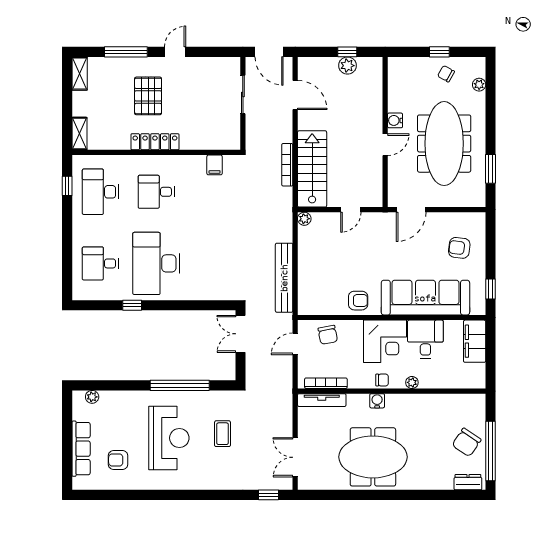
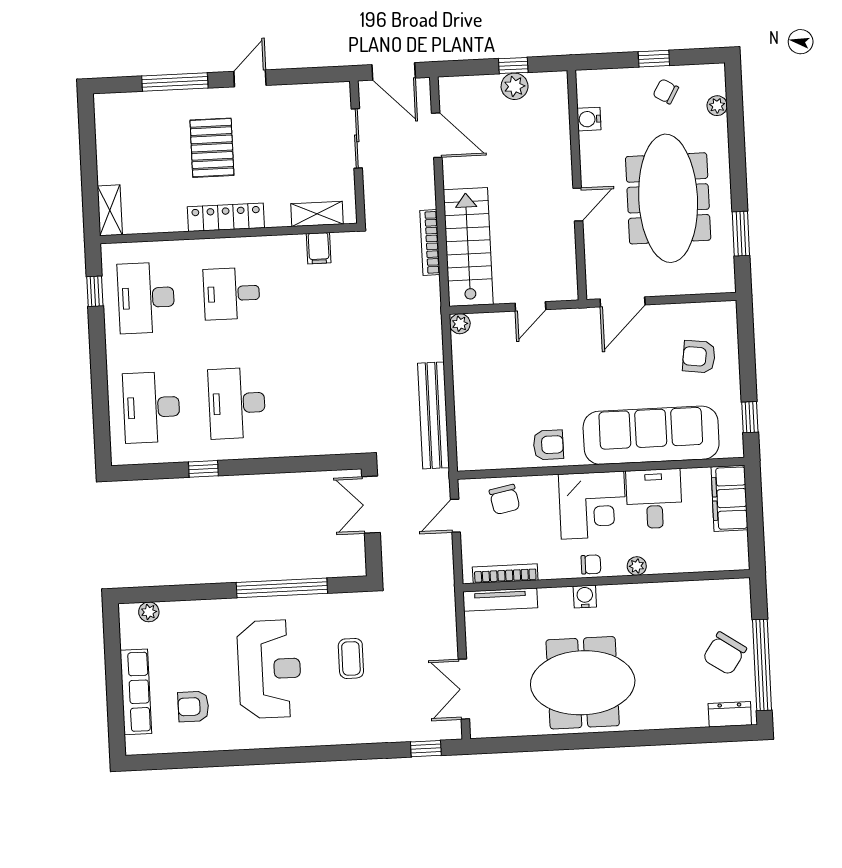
shelving: (80, 74) -> (317, 214), moved, turned 90
water cooler: (395, 120) -> (589, 119), moved
desk: (100, 263) -> (152, 407), width x1.37
desk: (156, 263) -> (237, 403), width x0.73, depth x0.77

